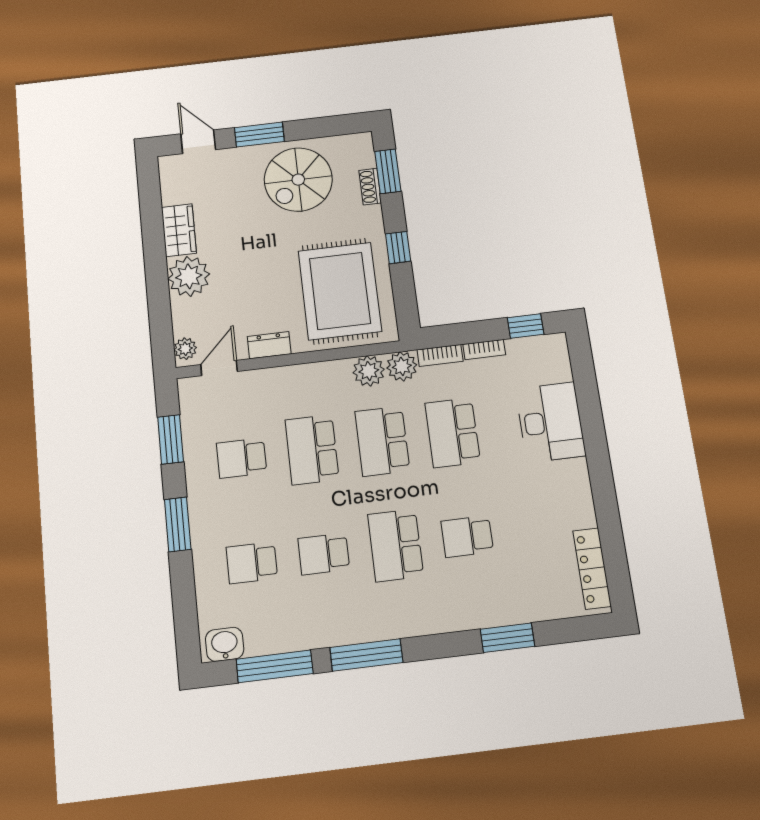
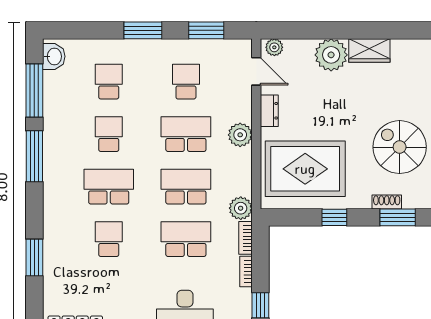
plant: (369, 371) -> (240, 135), moved

